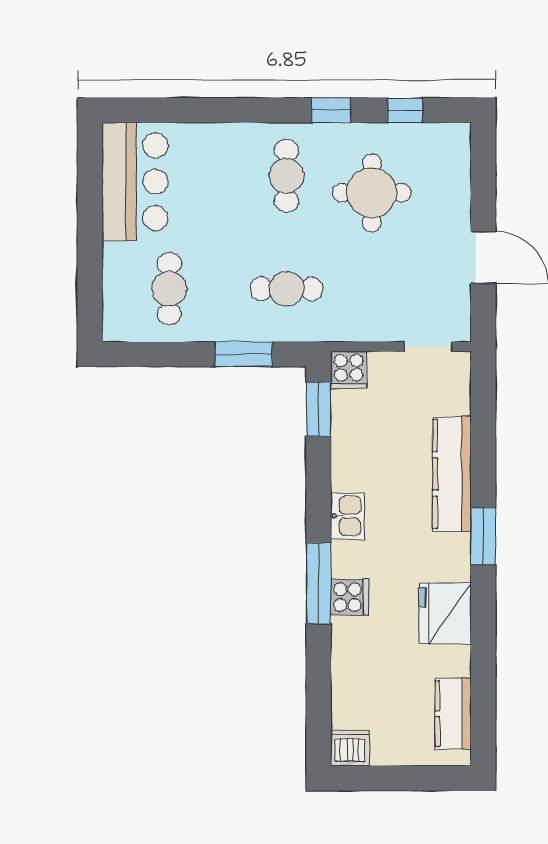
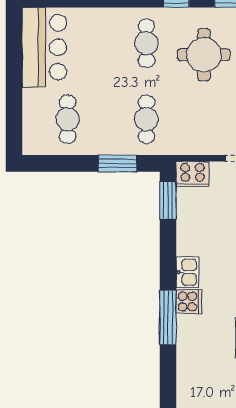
cafe table: (287, 289) -> (146, 119), turned 90
cooker: (349, 370) -> (193, 174), width x1.36
cooker: (350, 597) -> (189, 302), moved

